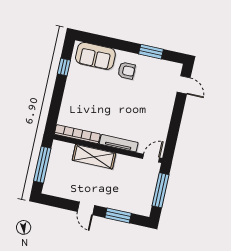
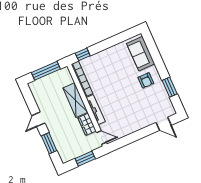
window: (64, 67) -> (83, 54), moved
door: (184, 85) -> (164, 124), hinge flipped
wardrobe: (127, 163) -> (87, 124), added
window: (160, 190) -> (85, 159), width x0.69

